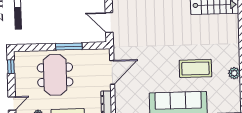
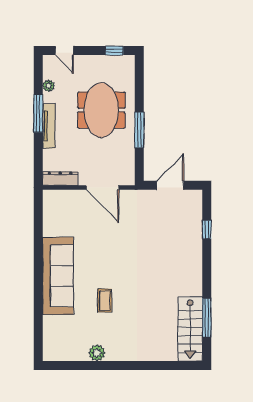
coffee table: (195, 68) -> (105, 301), width x0.54, depth x0.58
meeting table: (55, 75) -> (101, 110), turned 90

